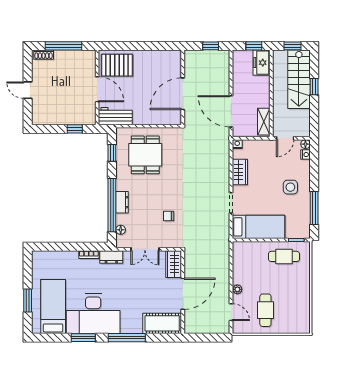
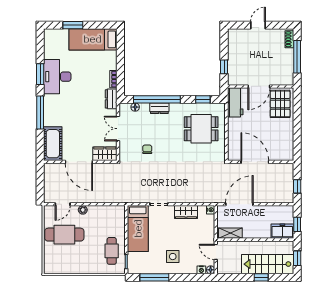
bed: (53, 306) -> (93, 39), moved, turned 180
cafe table: (265, 310) -> (64, 235), width x1.37, depth x1.35
desk: (93, 314) -> (57, 77), width x0.73, depth x0.77

